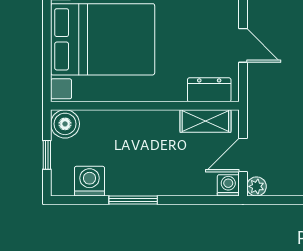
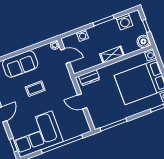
shelving: (205, 121) -> (112, 55), moved
door: (243, 155) -> (65, 56), hinge flipped
washing machine: (228, 185) -> (82, 35), moved

